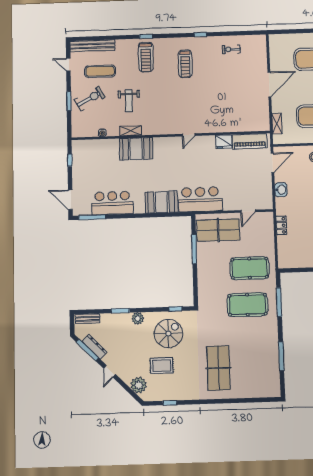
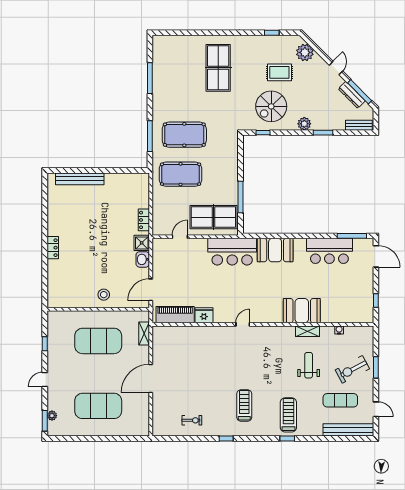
shower: (282, 205) -> (142, 243), added

